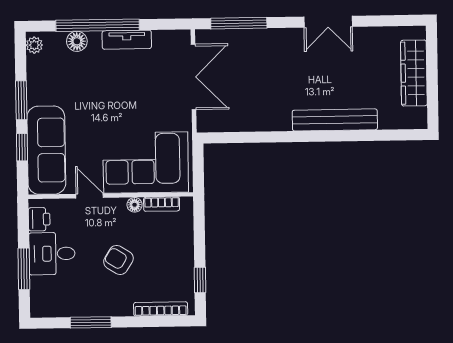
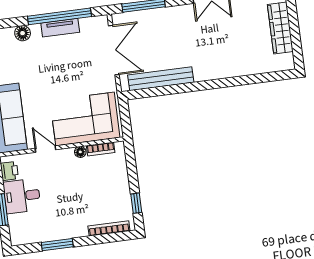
window: (98, 25) -> (59, 16), moved
bench: (335, 120) -> (161, 79), moved
armchair: (118, 260) -> (73, 195), removed

